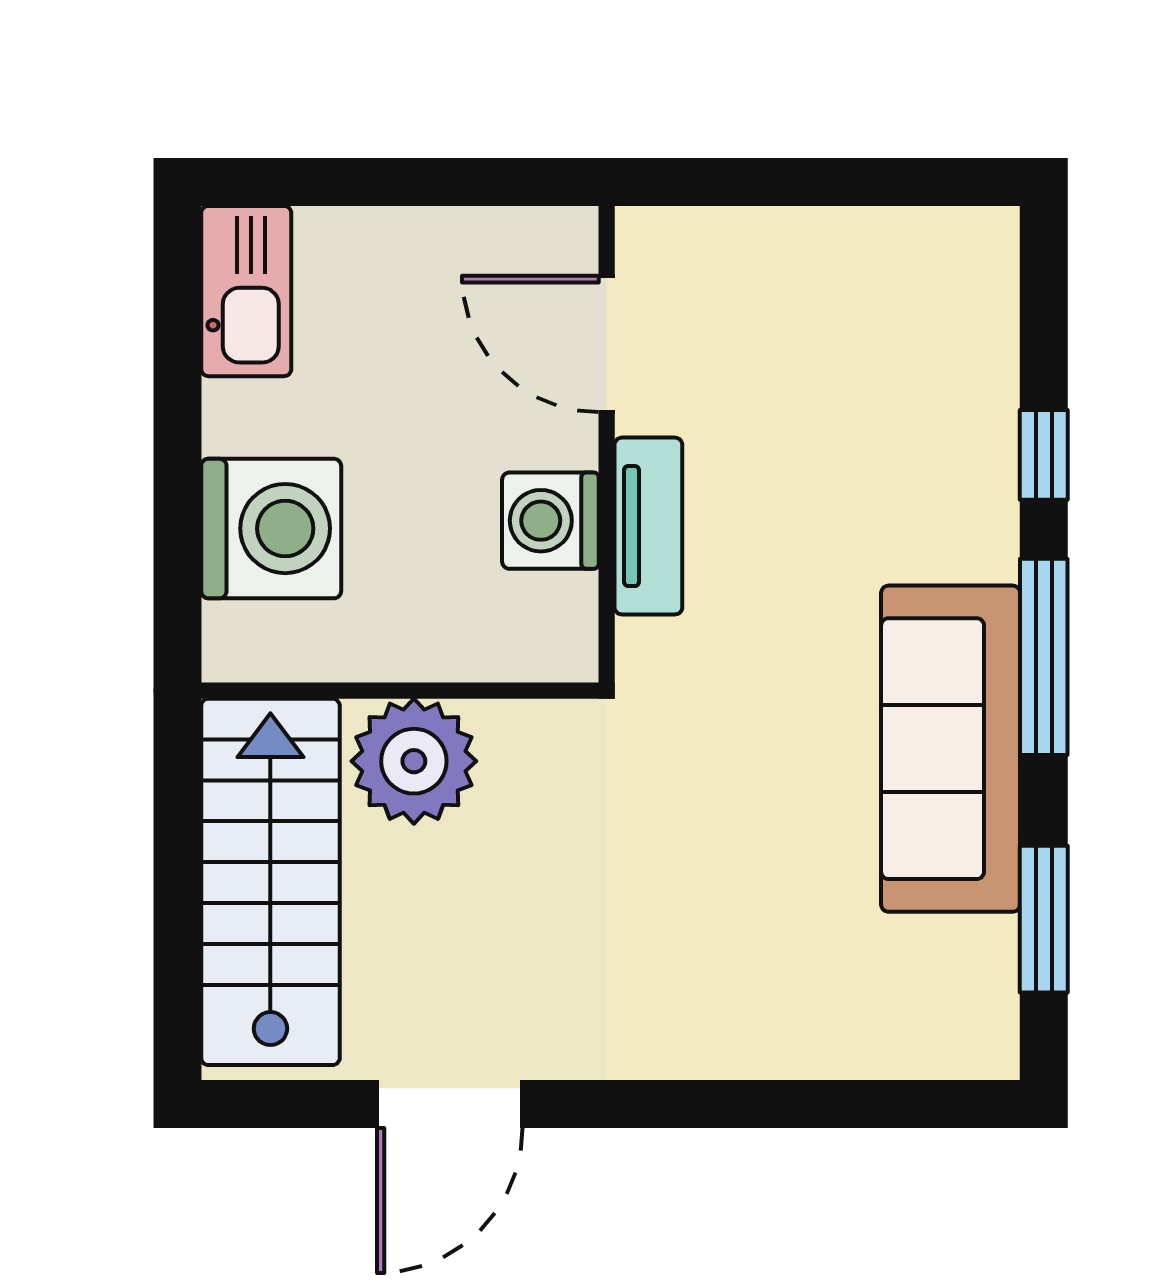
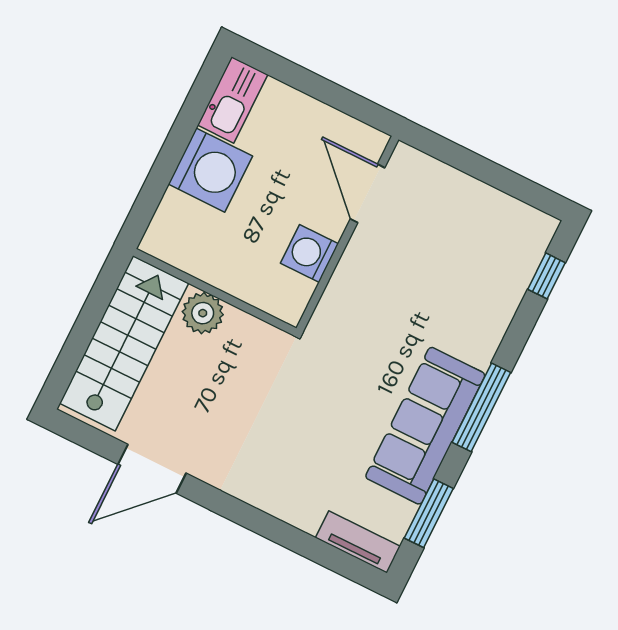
window: (1044, 455) -> (547, 276), moved
tv unit: (648, 526) -> (358, 542), moved, turned -90
washing machine: (271, 529) -> (210, 170), moved
plant: (414, 761) -> (203, 313), width x0.73, depth x0.73

